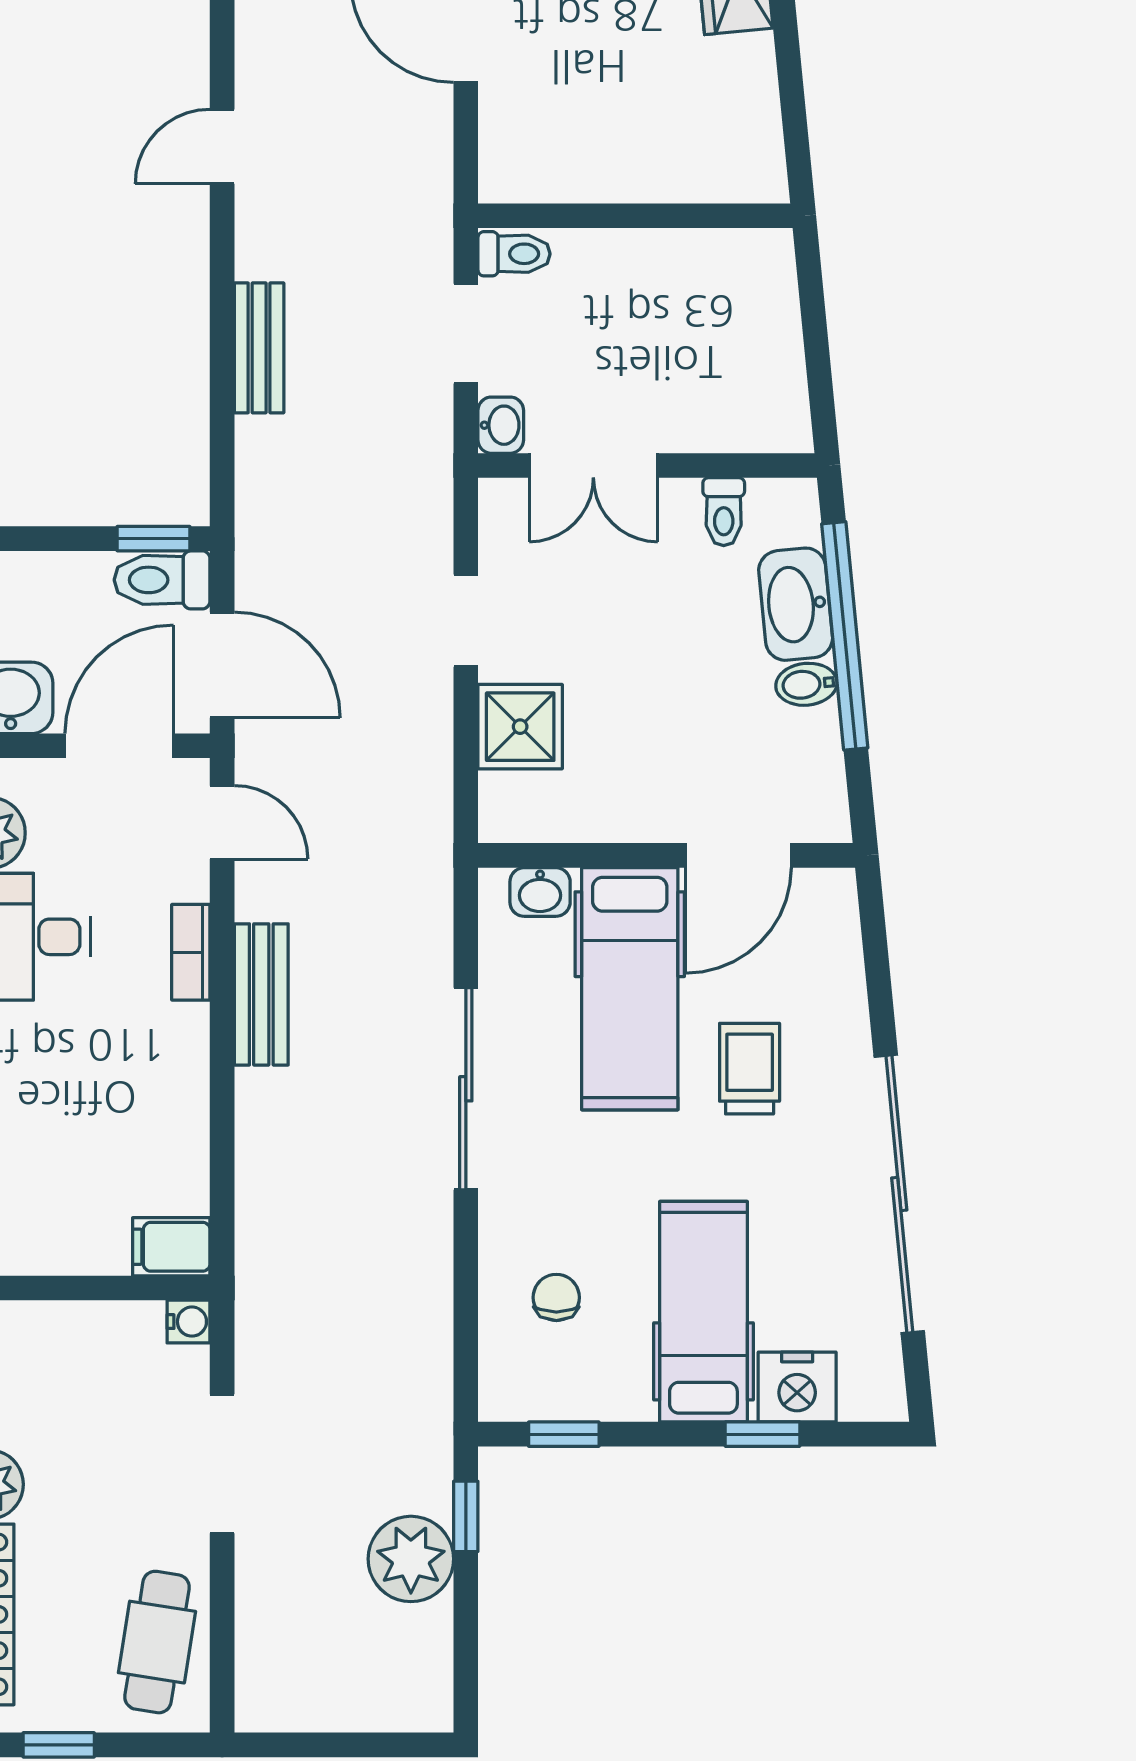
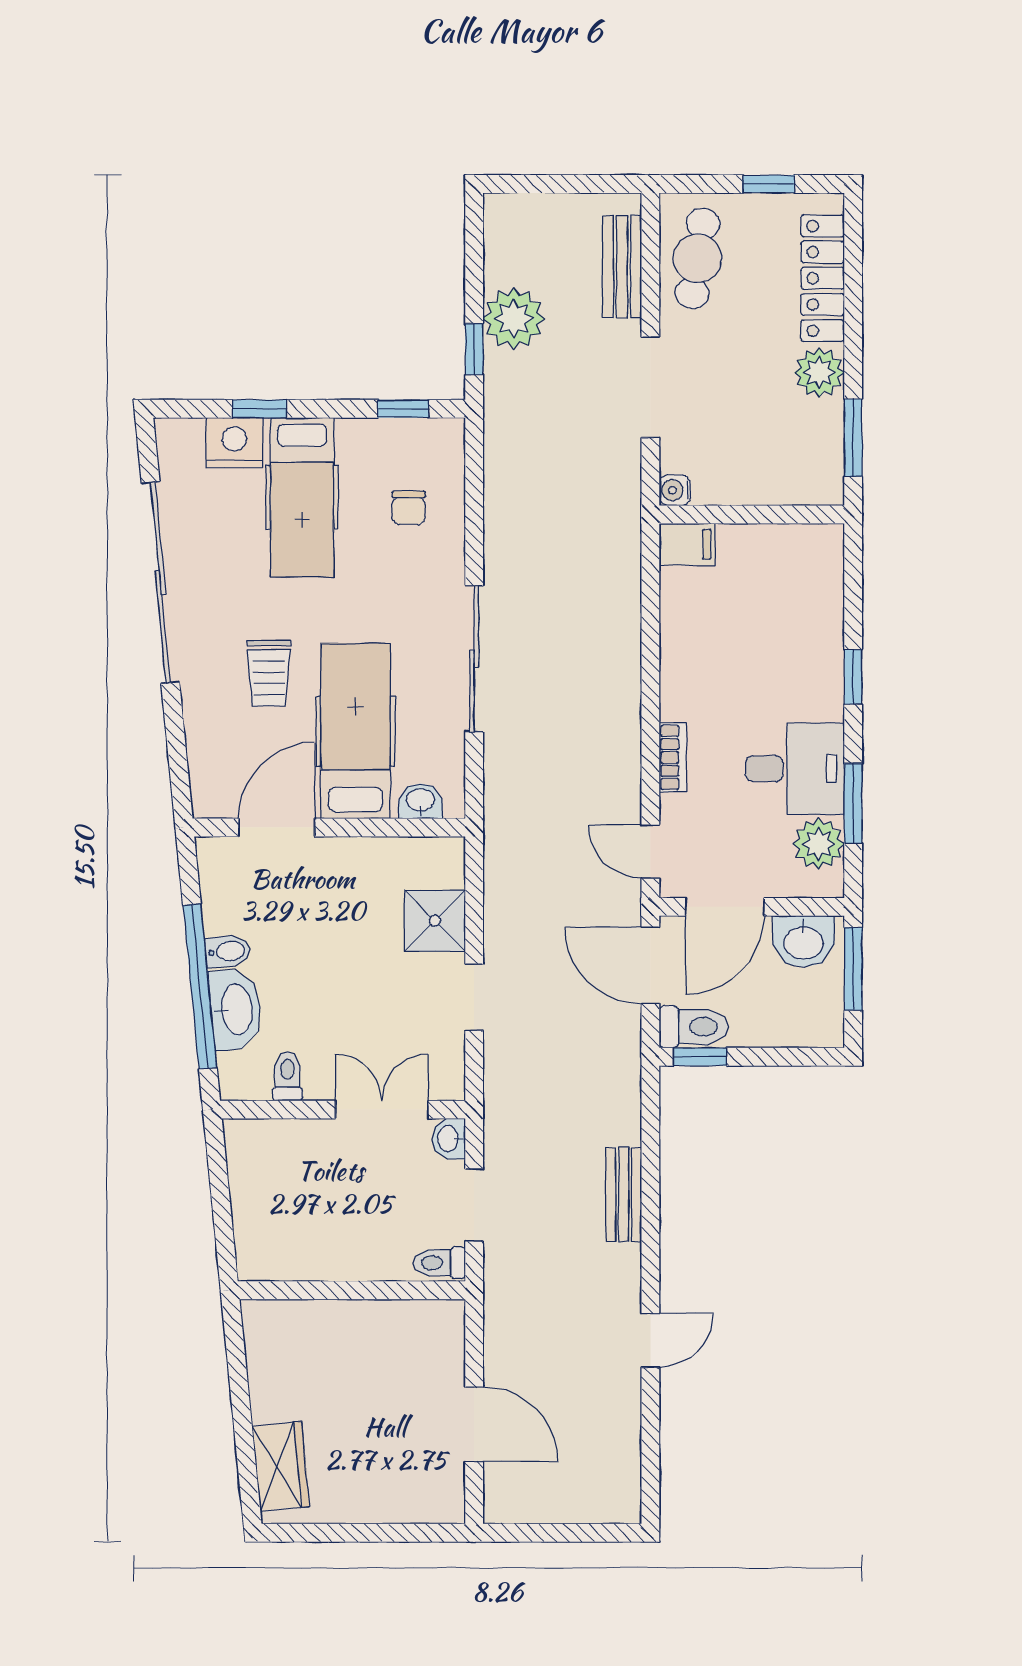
bench: (261, 994) -> (622, 267), moved

